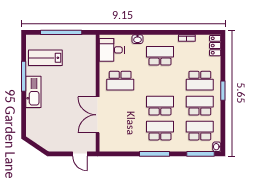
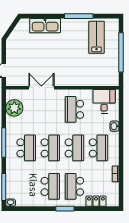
locker: (215, 46) -> (96, 201), moved
kitchen sink: (33, 92) -> (45, 26), moved
double door: (98, 115) -> (41, 88), width x0.73
school desk: (200, 131) -> (74, 148), moved
plant: (119, 143) -> (14, 108), added

